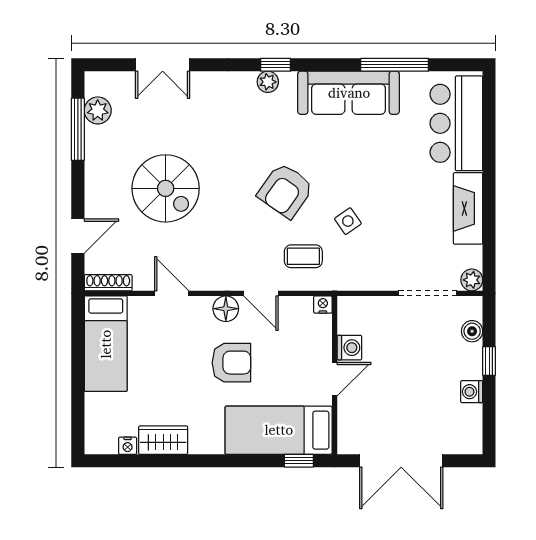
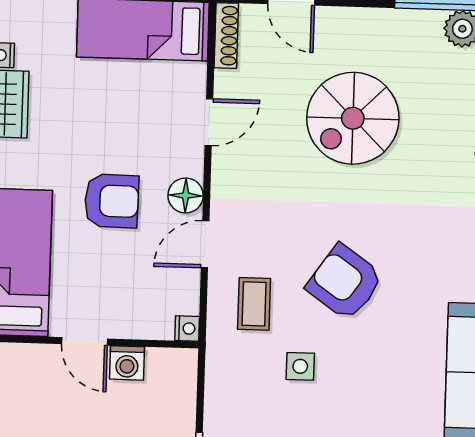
side table: (348, 221) -> (300, 366), turned 35
armchair: (231, 363) -> (112, 201), turned -89

